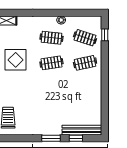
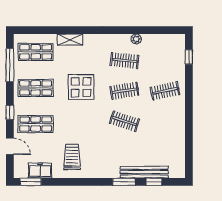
clothes rail: (85, 38) -> (124, 121), moved
bench: (82, 130) -> (144, 172), moved

